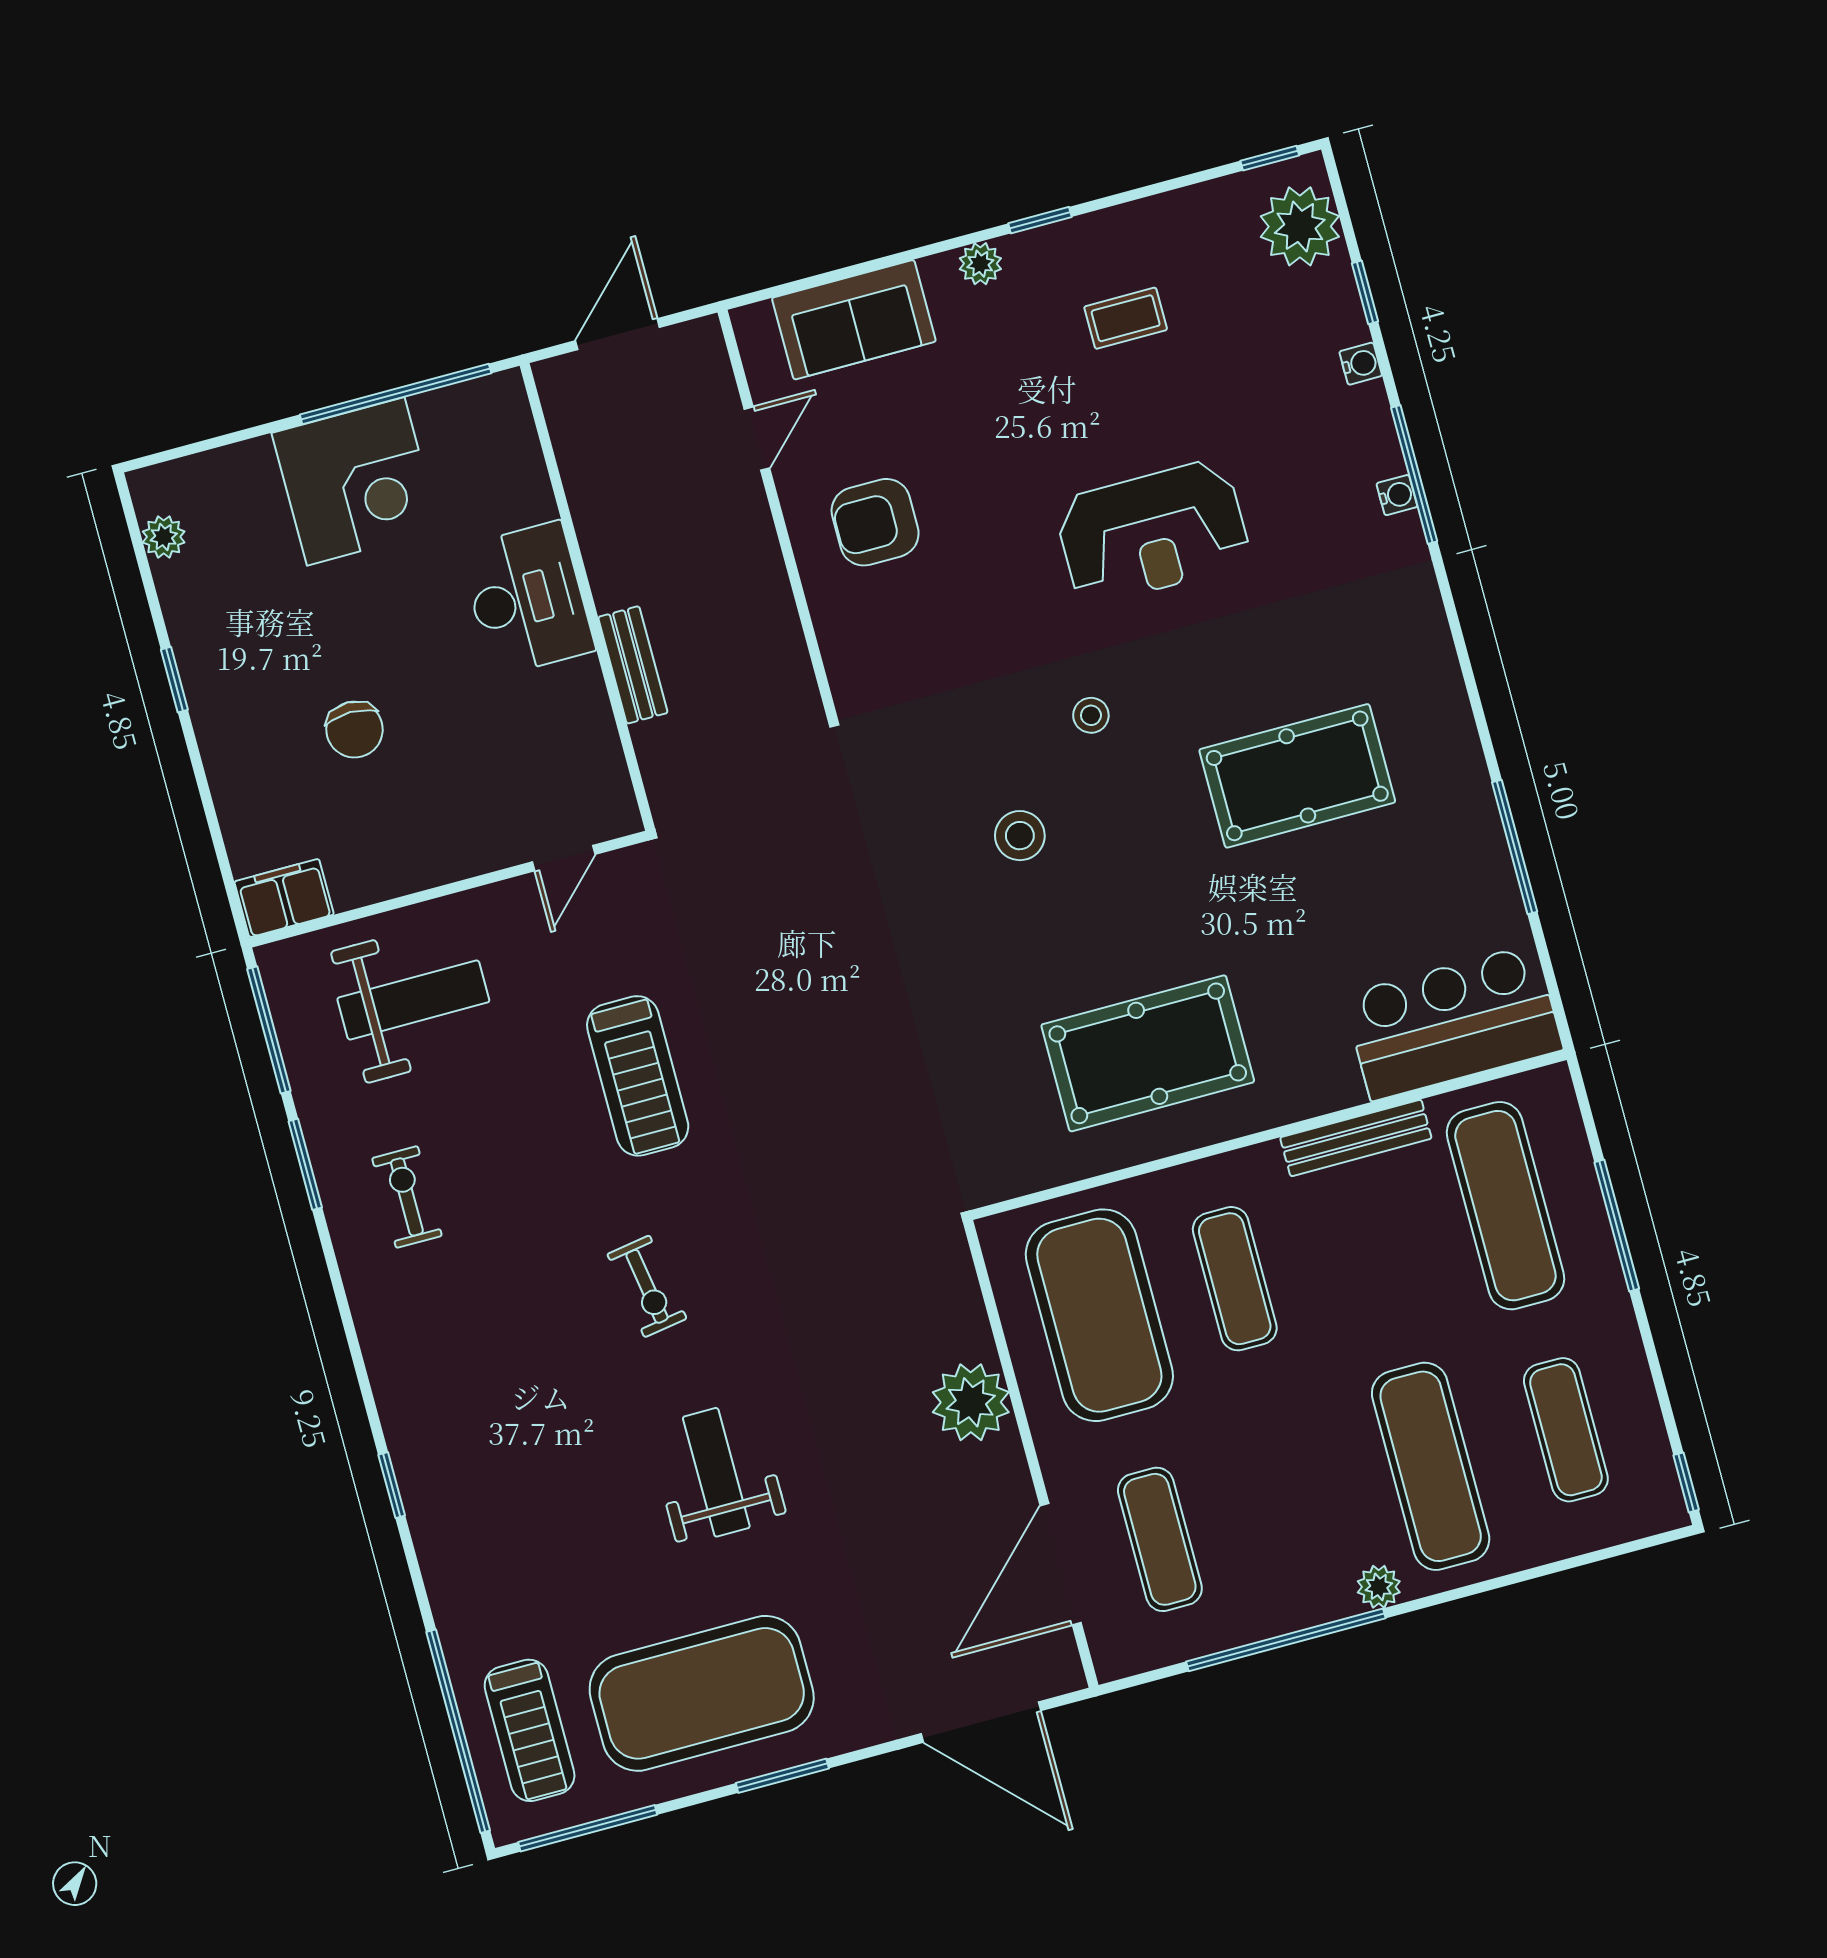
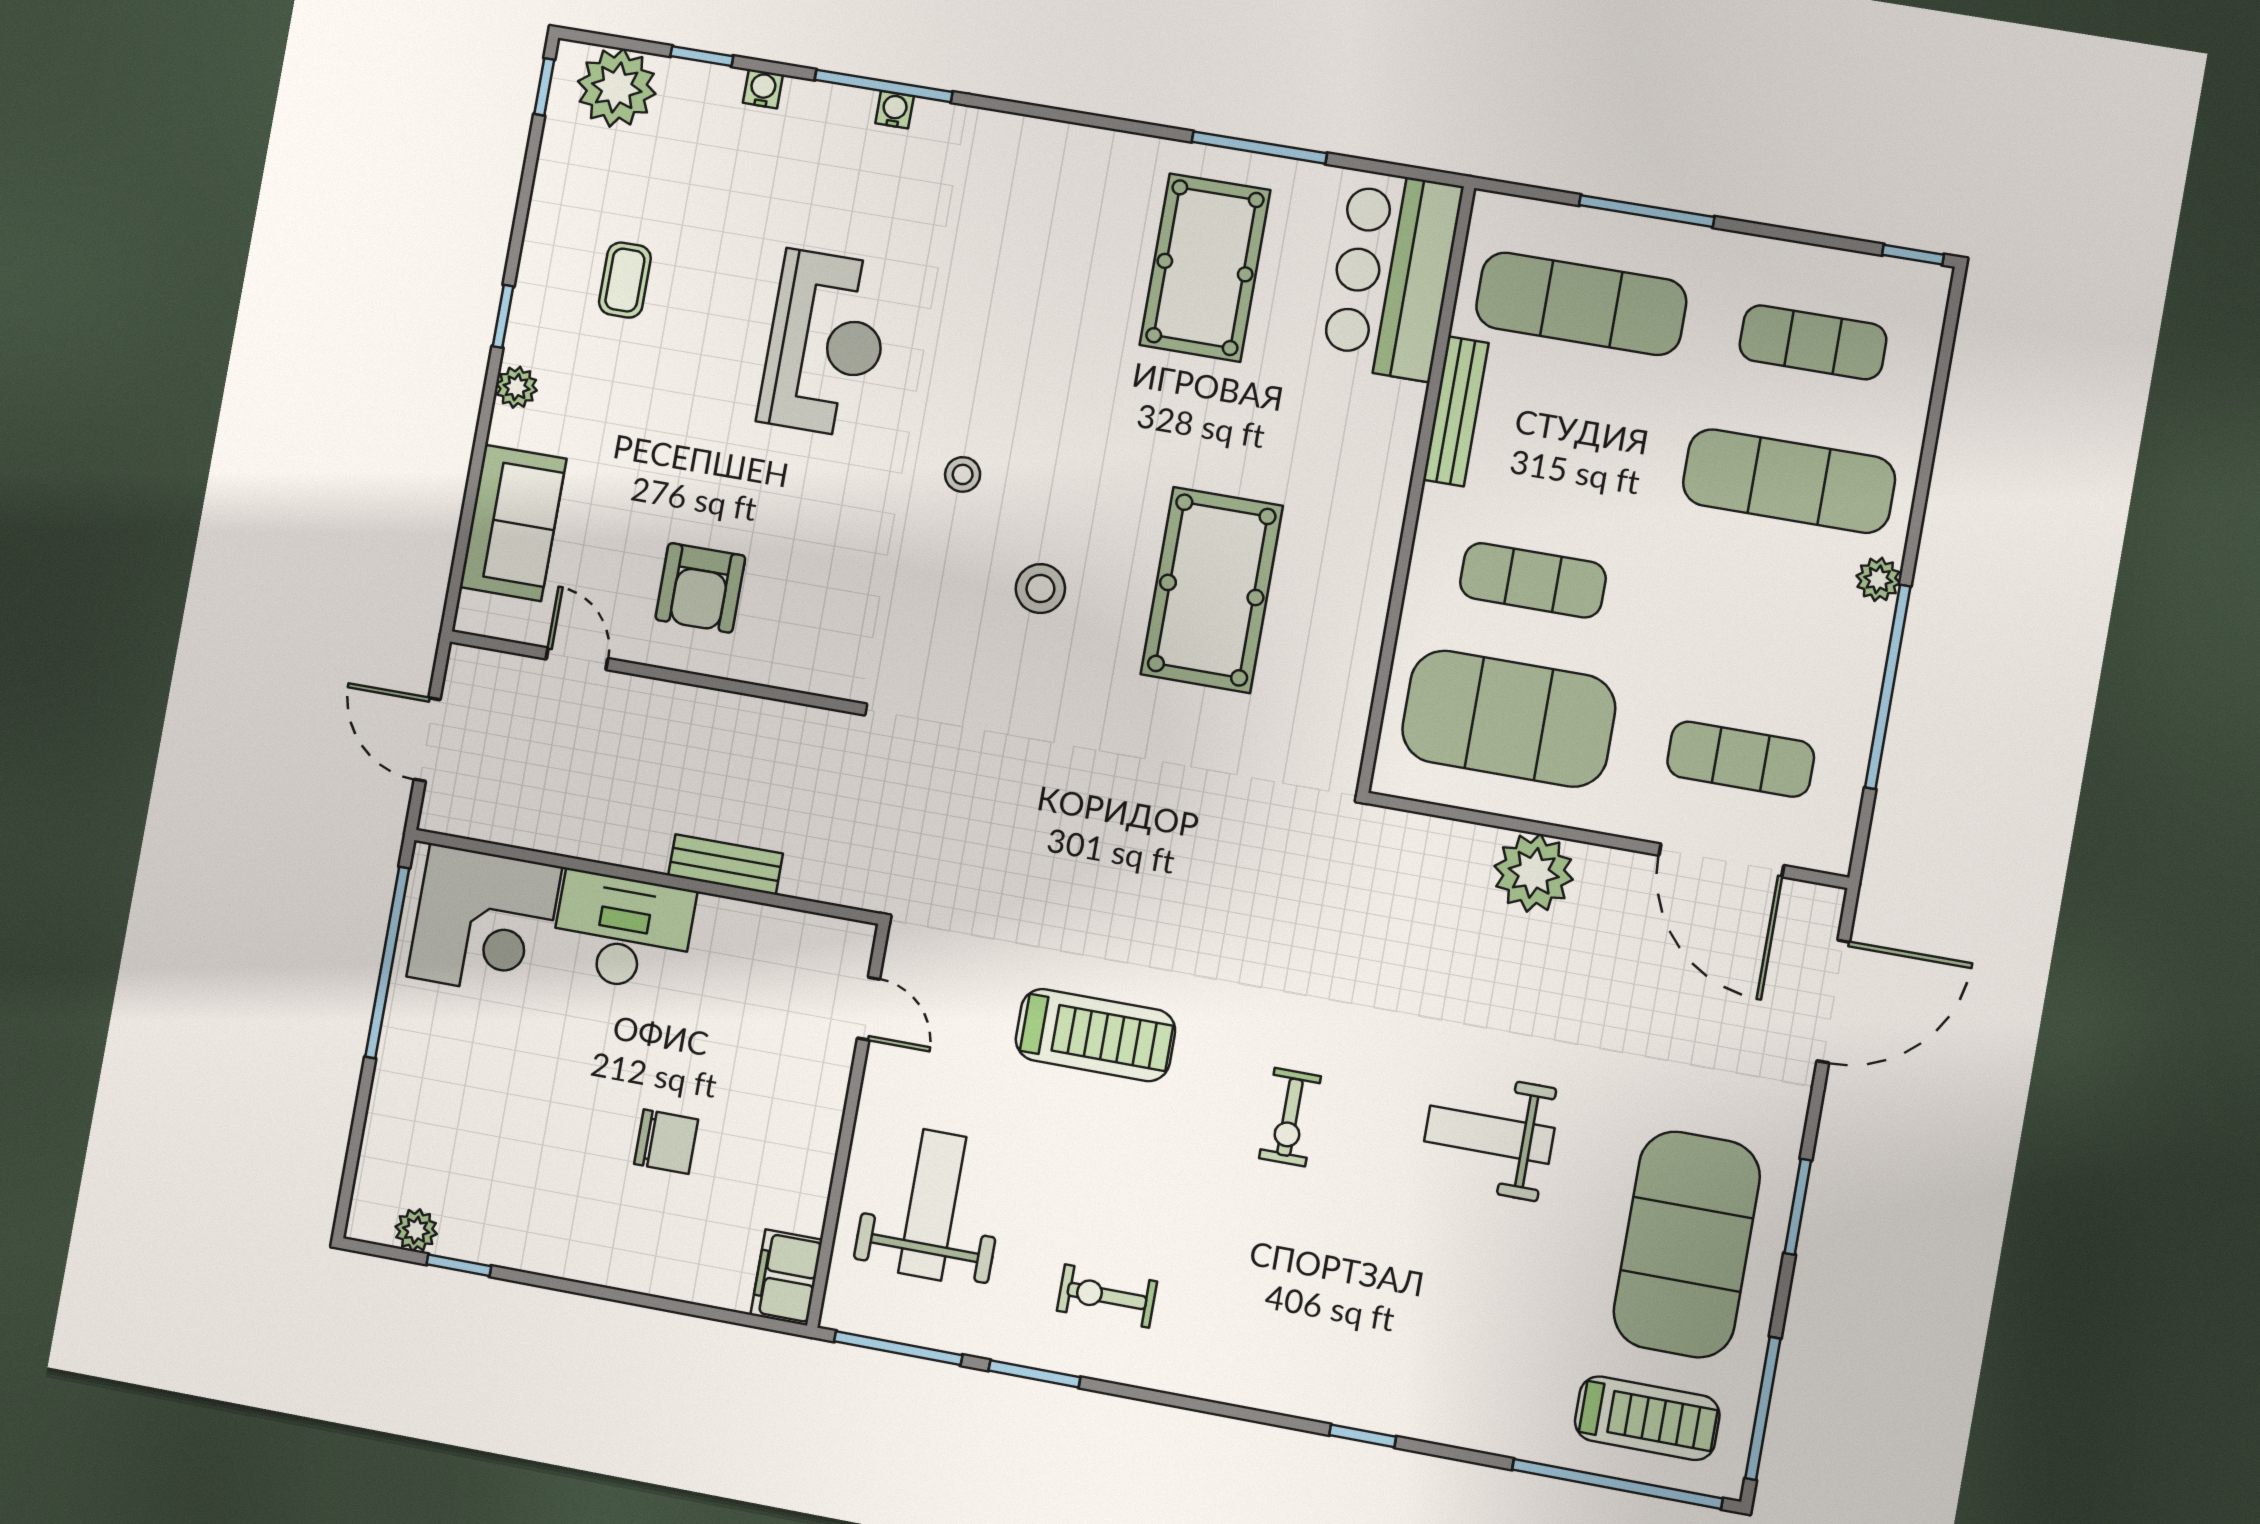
corner desk: (356, 481) -> (484, 922), moved, turned 90
window: (174, 680) -> (459, 1265), moved
pool table: (1297, 776) -> (1205, 268), moved
pool table: (1148, 1053) -> (1212, 590), moved
exercise bike: (647, 1286) -> (1290, 1117), turned 99

